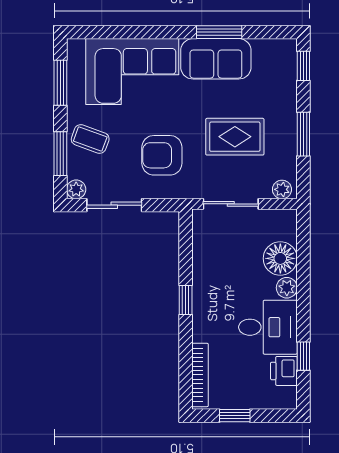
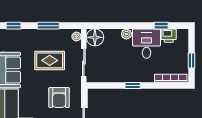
rug: (235, 137) -> (50, 60), turned 90
floor lamp: (280, 258) -> (95, 37), moved

